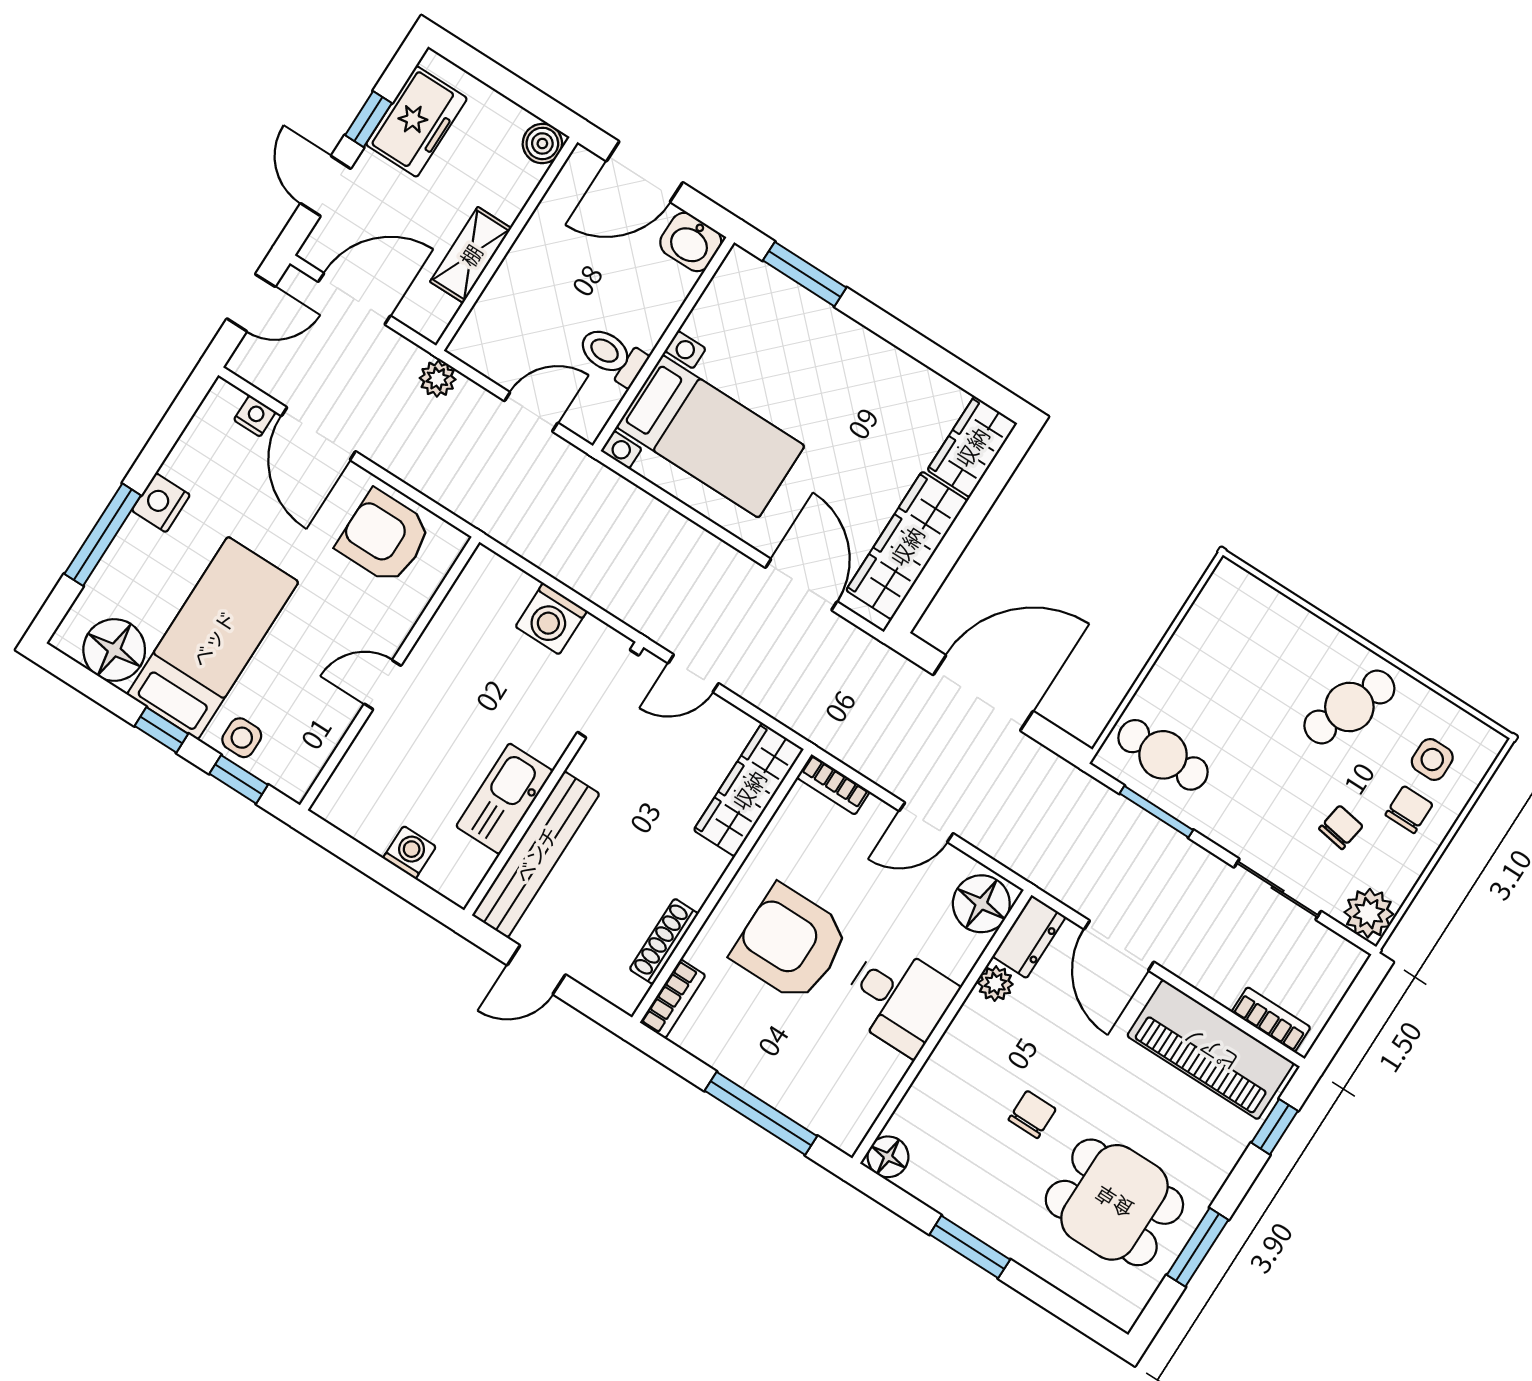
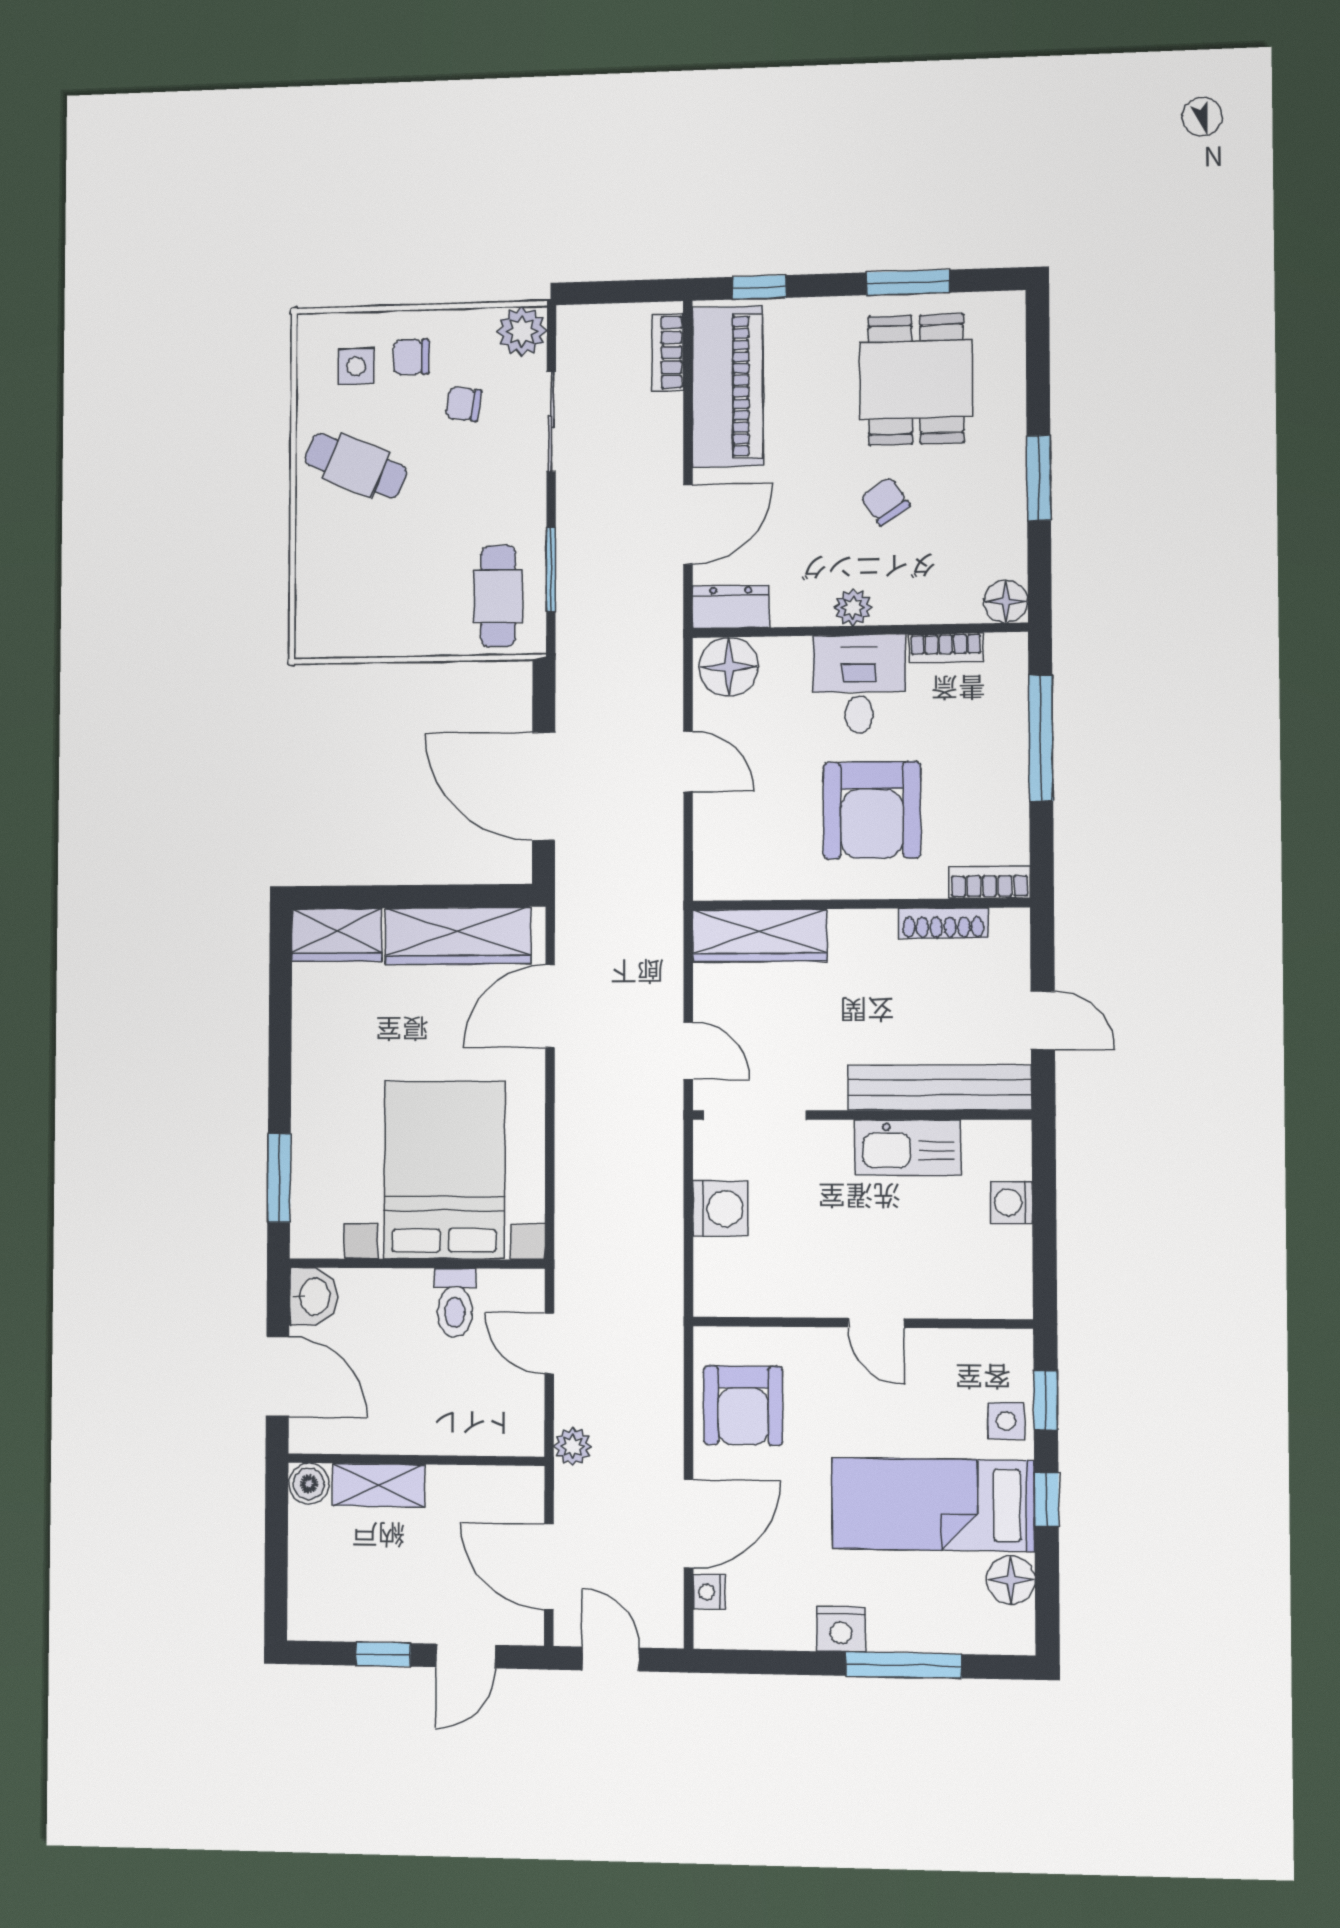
freezer: (416, 121) -> (359, 1609), removed
shelving: (471, 255) -> (379, 1485), moved
bed with nightstands: (710, 436) -> (444, 1170), width x1.36
floor lamp: (114, 650) -> (1011, 1580), width x0.73, depth x0.73
bookcase: (833, 785) -> (946, 648), moved, turned 90
plant: (995, 984) -> (853, 608), moved
chair: (1032, 1114) -> (885, 501), turned 56

